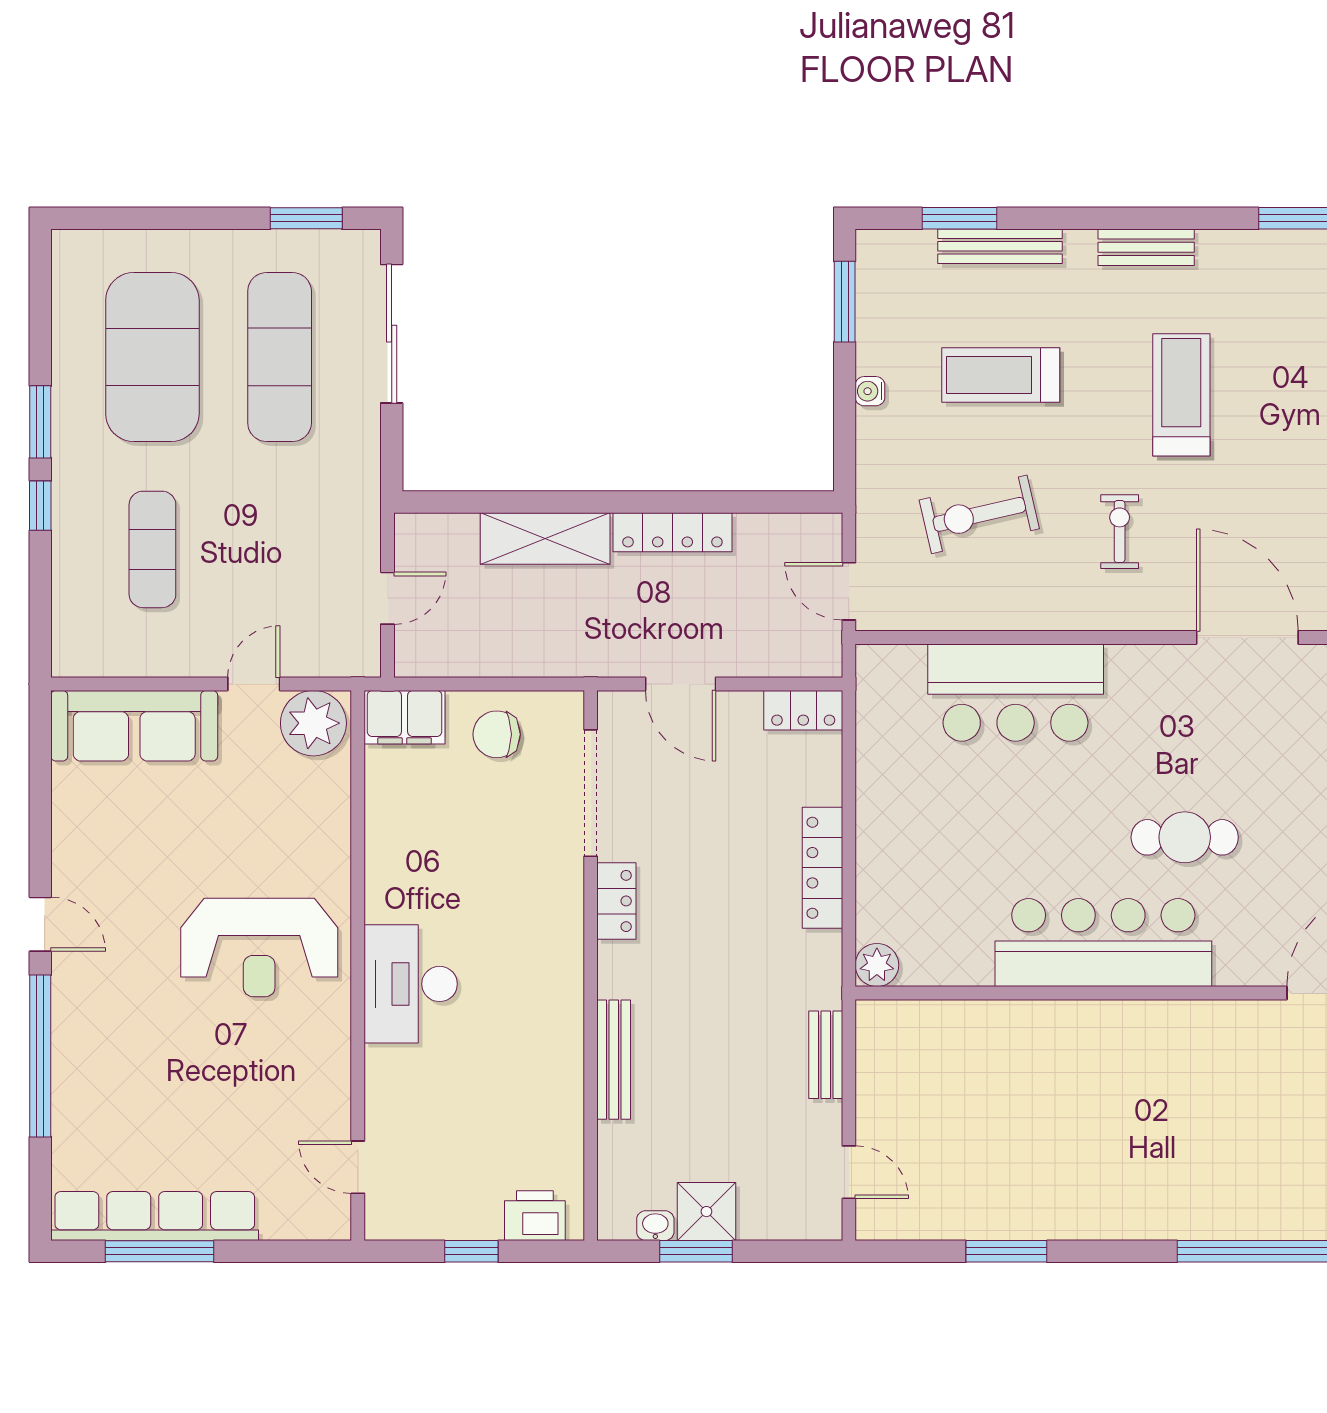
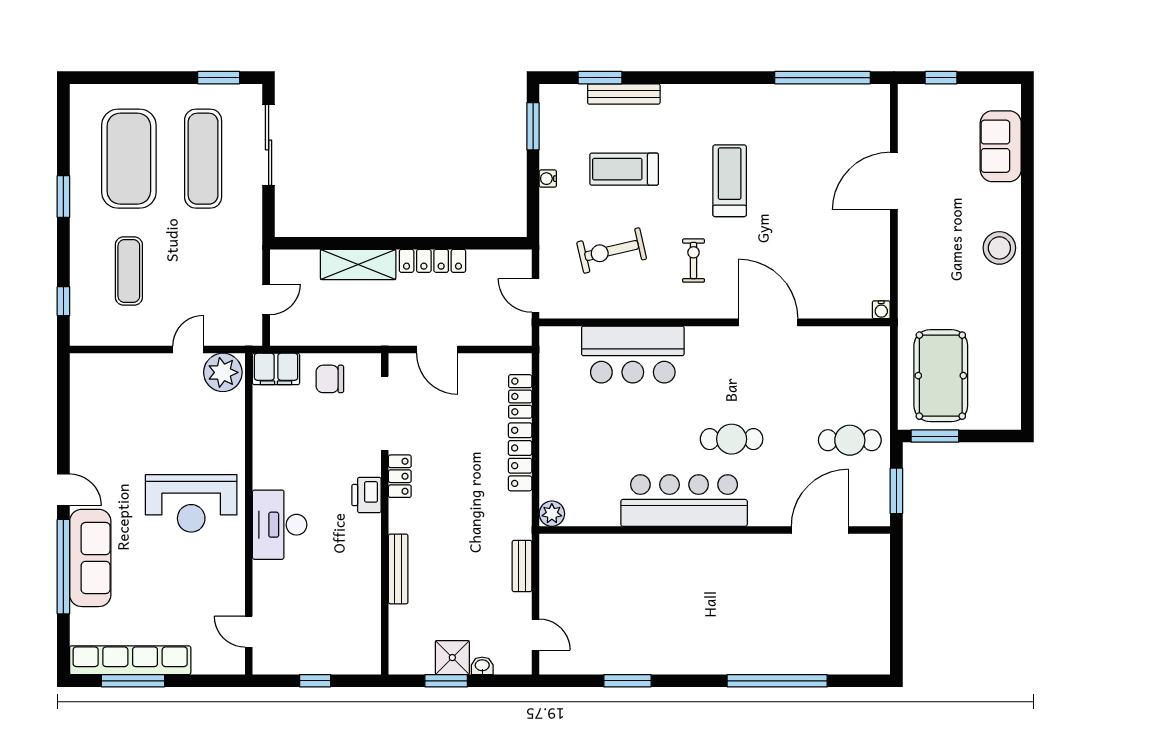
bench: (1146, 247) -> (709, 95), removed
window: (40, 506) -> (63, 301), moved
locker: (803, 710) -> (520, 396), moved, turned 90
sofa: (134, 726) -> (90, 558), moved, turned -90
printer: (535, 1216) -> (366, 495), moved, turned -90
washbasin: (655, 1226) -> (482, 666), moved

